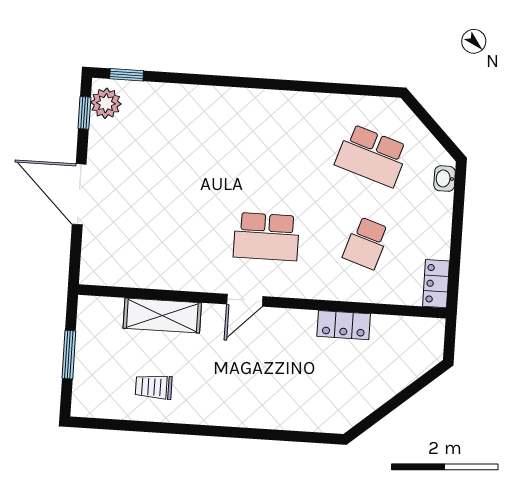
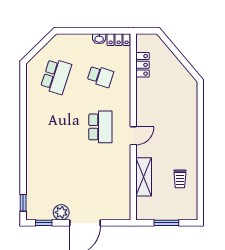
plant: (106, 103) -> (61, 212), moved
washbasin: (445, 179) -> (99, 39), moved
door: (245, 300) -> (133, 136), hinge flipped
locker: (344, 325) -> (143, 65), moved

